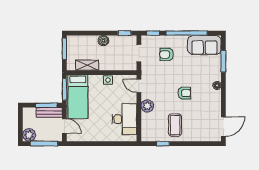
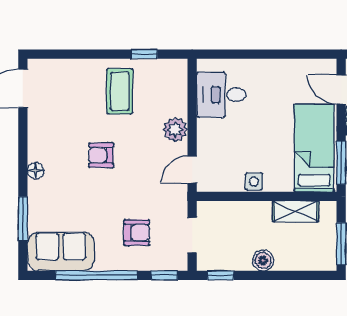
door: (139, 86) -> (192, 170), swing flipped
desk: (124, 119) -> (221, 95), width x0.73

